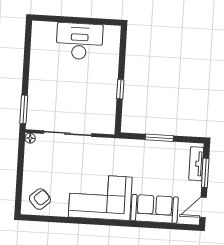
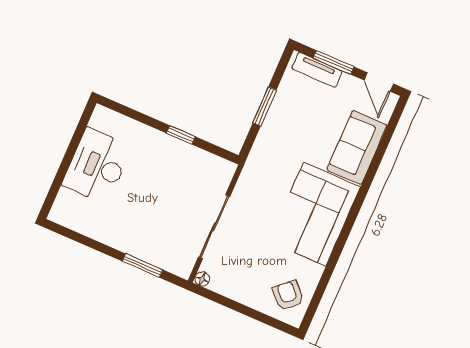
window: (24, 109) -> (143, 266), moved

